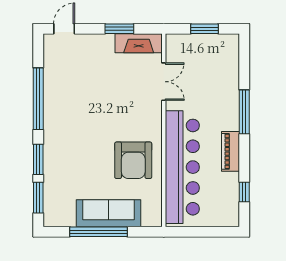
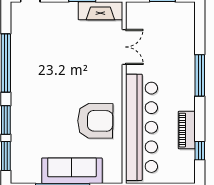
piano: (230, 151) -> (187, 130), moved
armchair: (133, 160) -> (95, 121), turned -89

